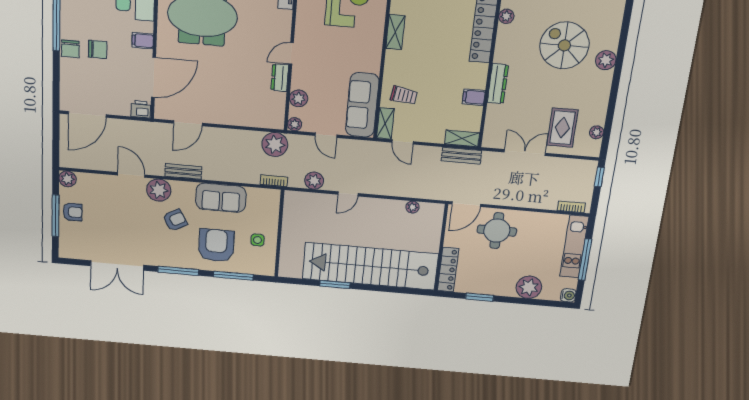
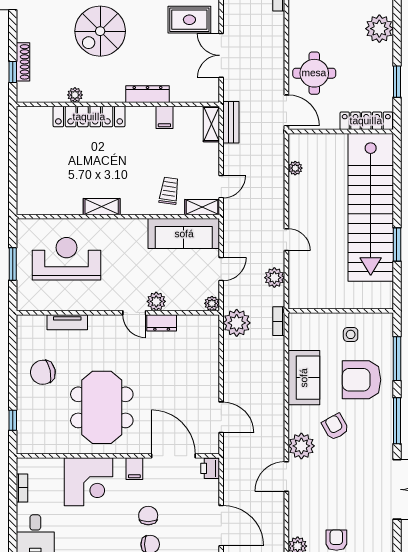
plant: (298, 98) -> (156, 301), moved
bench: (183, 171) -> (277, 420), removed

